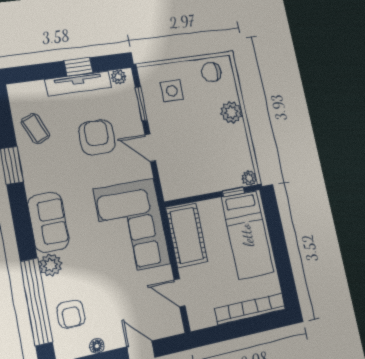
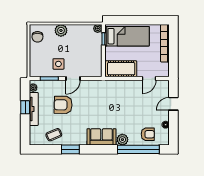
side table: (172, 91) -> (58, 64), moved
corner sofa: (132, 226) -> (111, 96), removed

